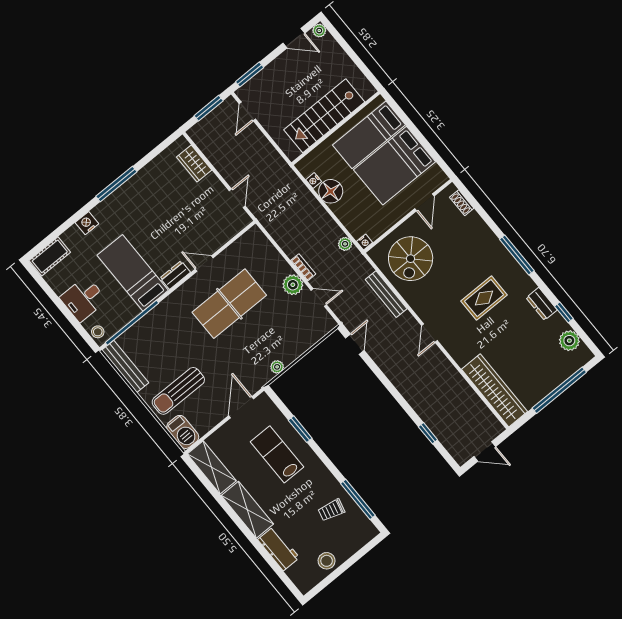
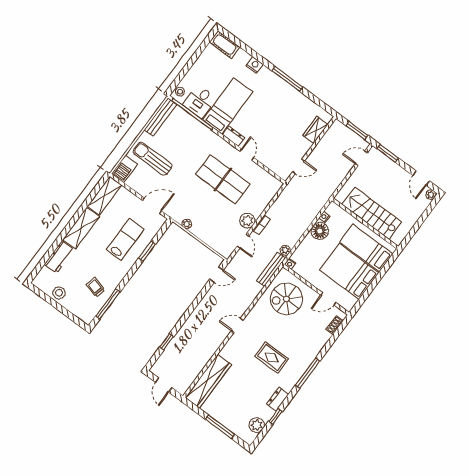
bench: (386, 294) -> (271, 269), moved
desk: (83, 299) -> (200, 102), moved, turned -90
window: (559, 390) -> (220, 427), width x0.68

